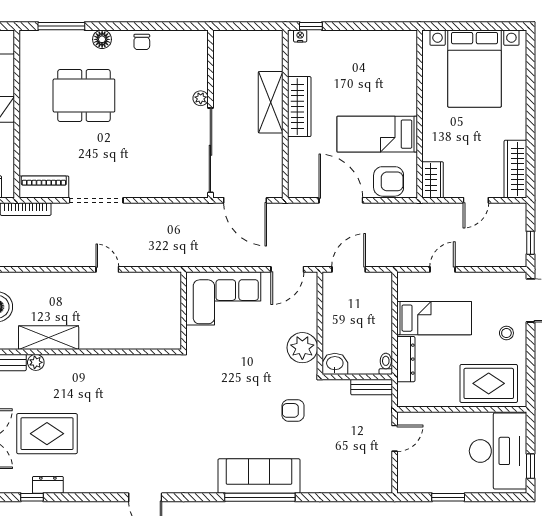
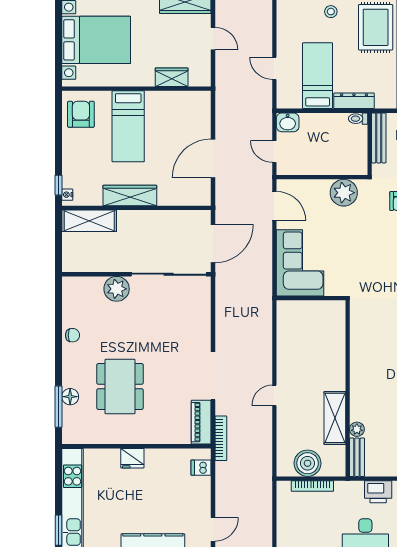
floor lamp: (102, 39) -> (70, 397), moved
plant: (201, 98) -> (117, 289), width x1.88, depth x1.88
shelving: (271, 102) -> (89, 221), moved
bed: (377, 134) -> (128, 126), moved
wardrobe: (432, 180) -> (172, 77), moved
armchair: (389, 181) -> (81, 114), moved
door: (107, 269) -> (274, 395), moved
door: (349, 269) -> (274, 152), width x0.73
washbasin: (335, 364) -> (288, 122), moved, turned -90
bench: (372, 387) -> (379, 138), width x1.36

